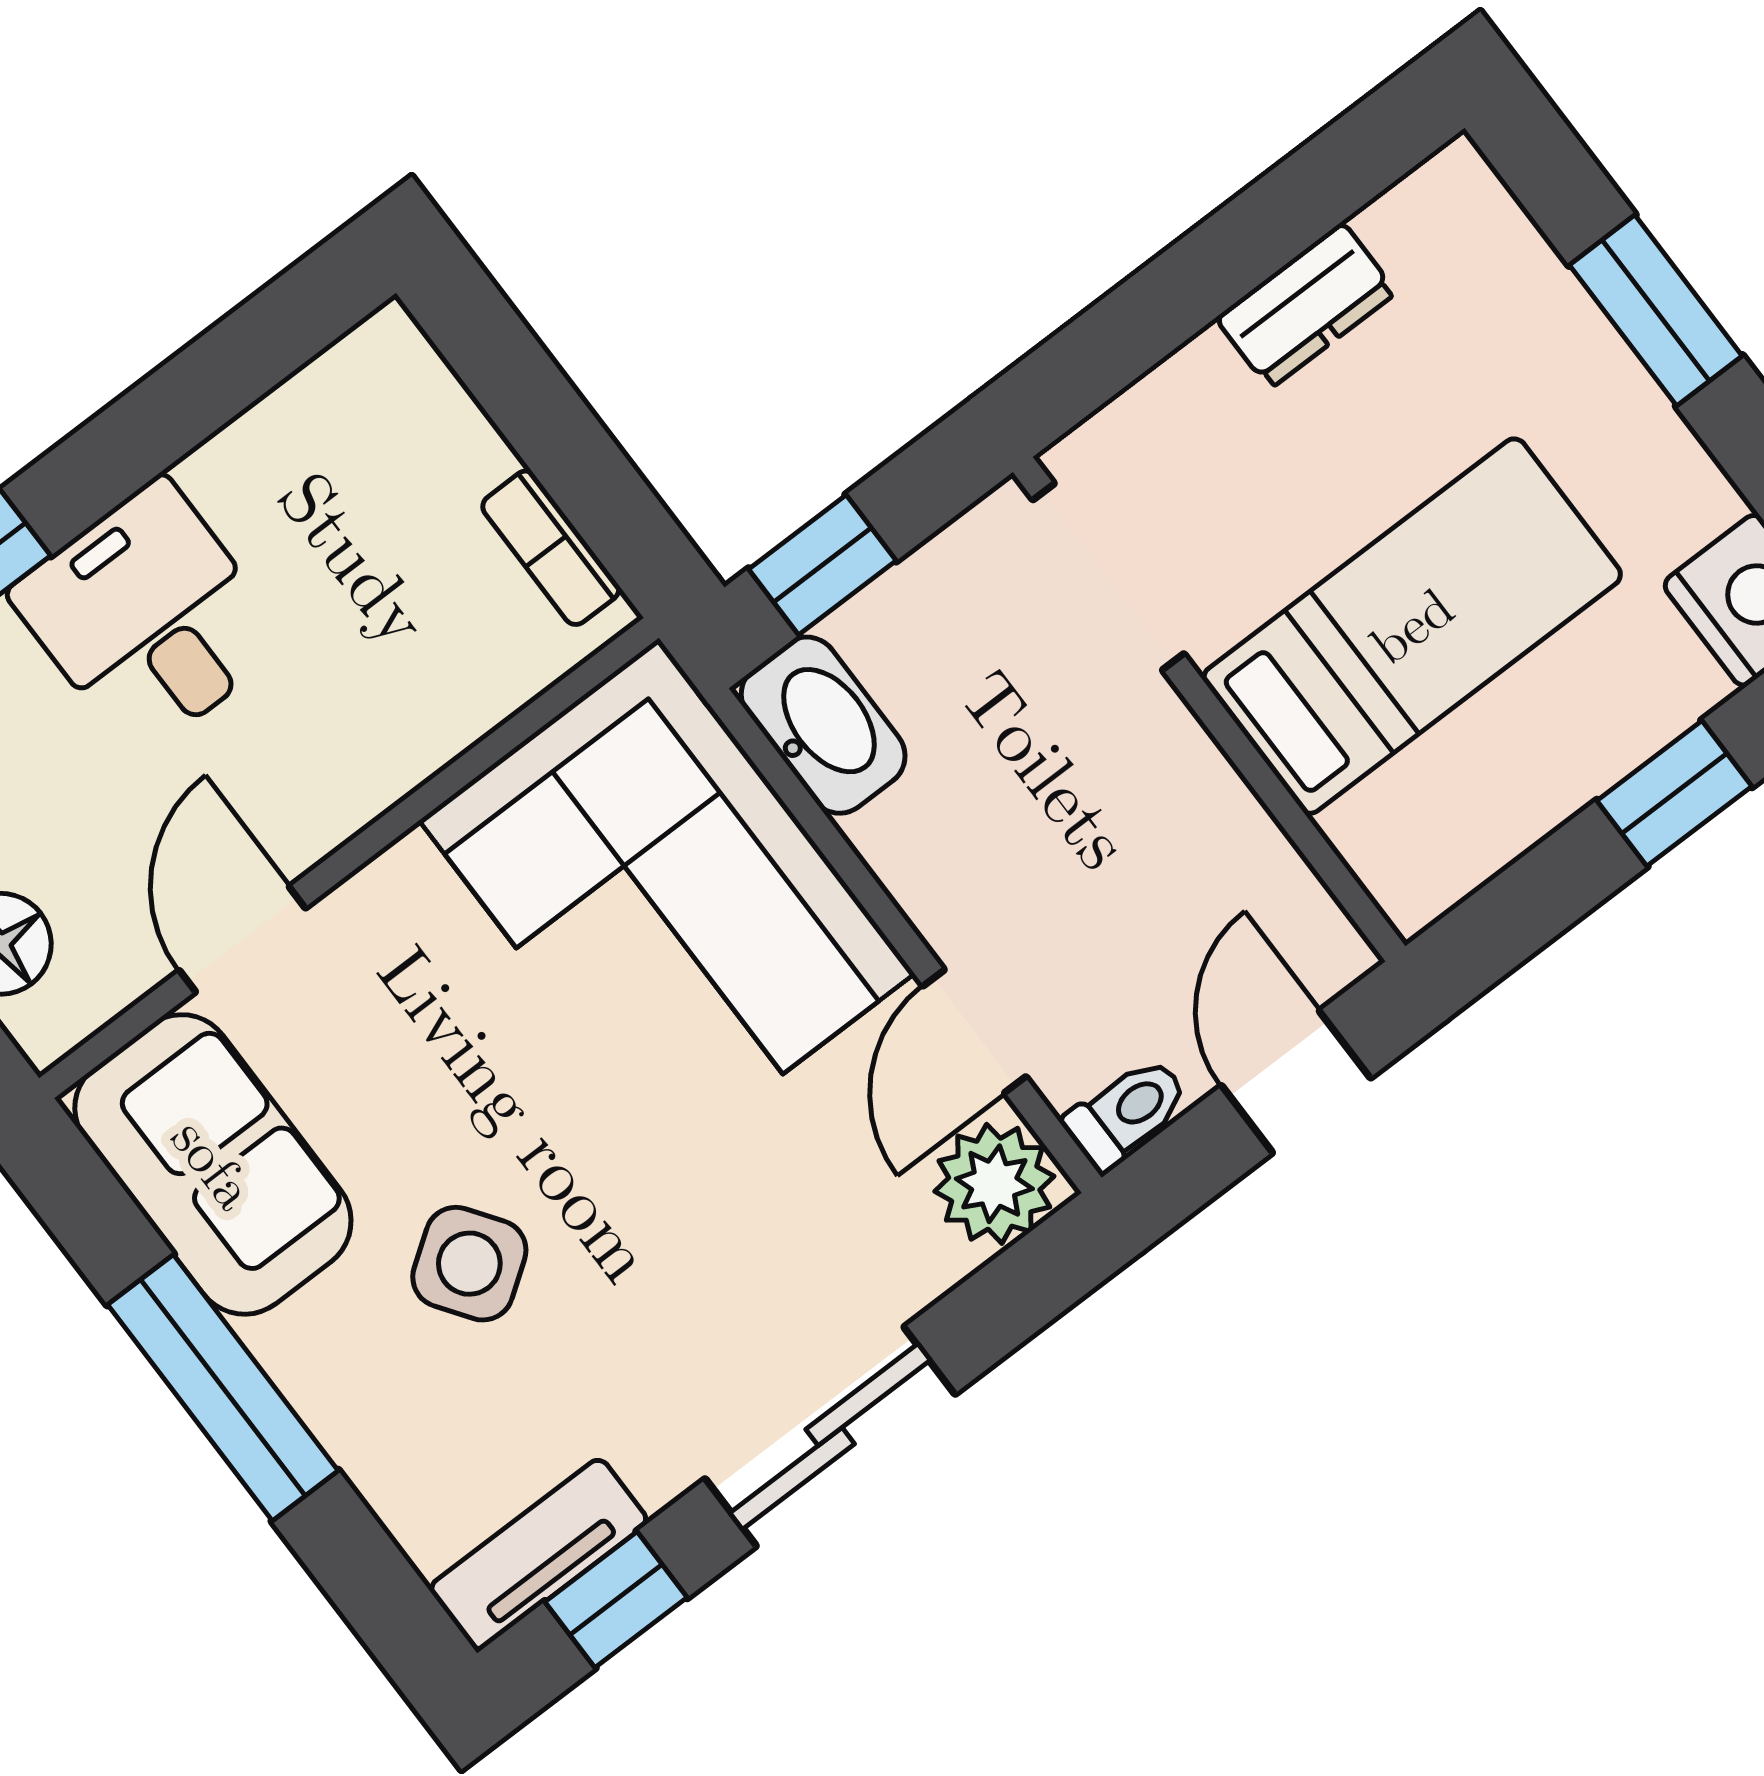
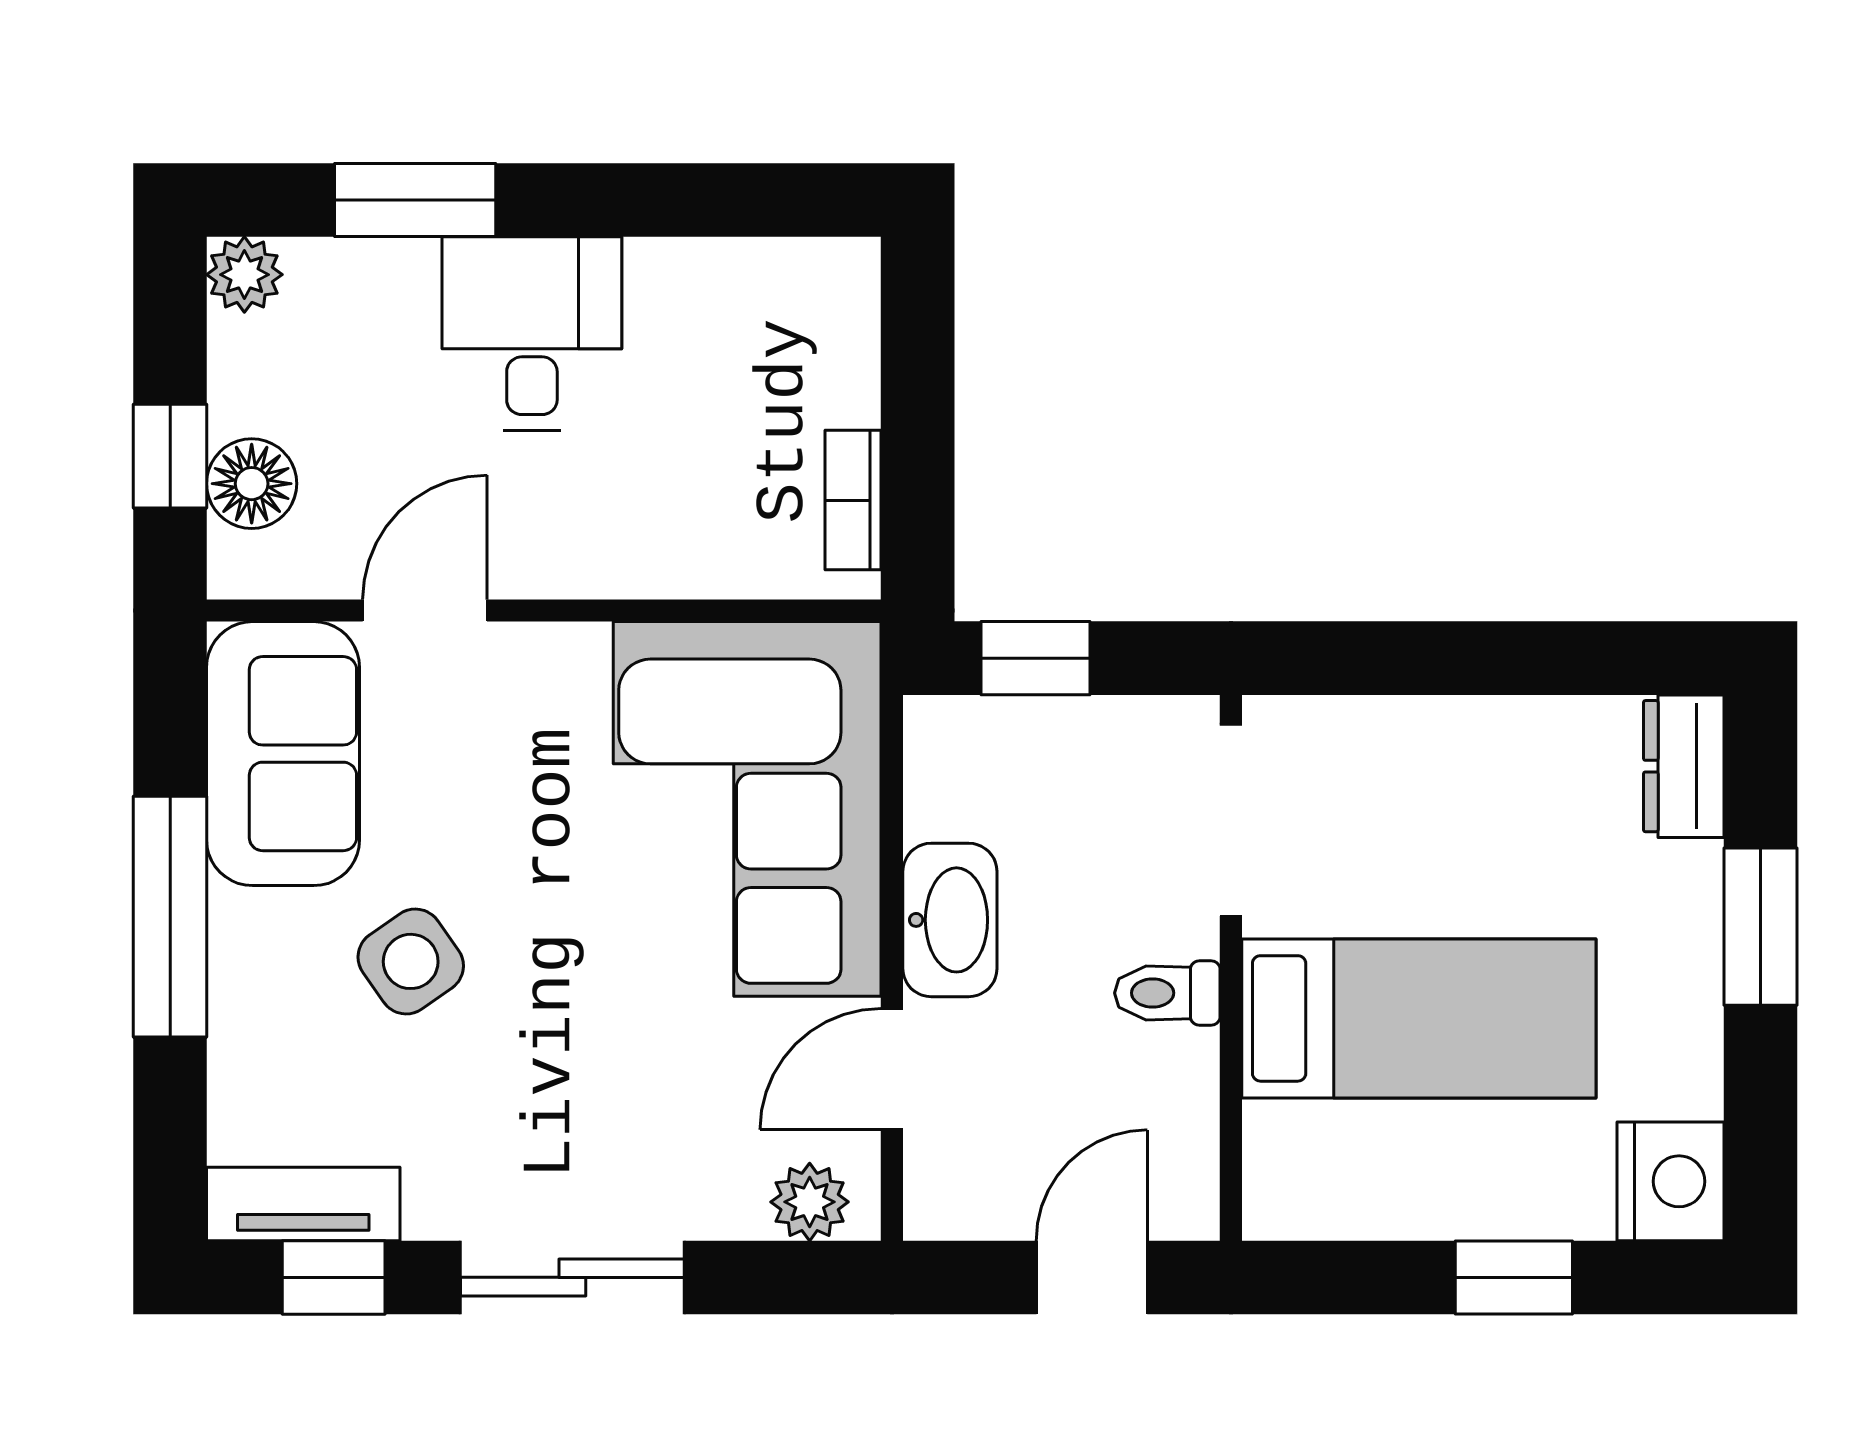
dresser: (1306, 305) -> (1684, 766), moved, turned 90
washbasin: (823, 725) -> (950, 920), moved
toilet: (1127, 1113) -> (1167, 993), moved, turned 180
plant: (994, 1184) -> (810, 1202), width x0.73, depth x0.73

